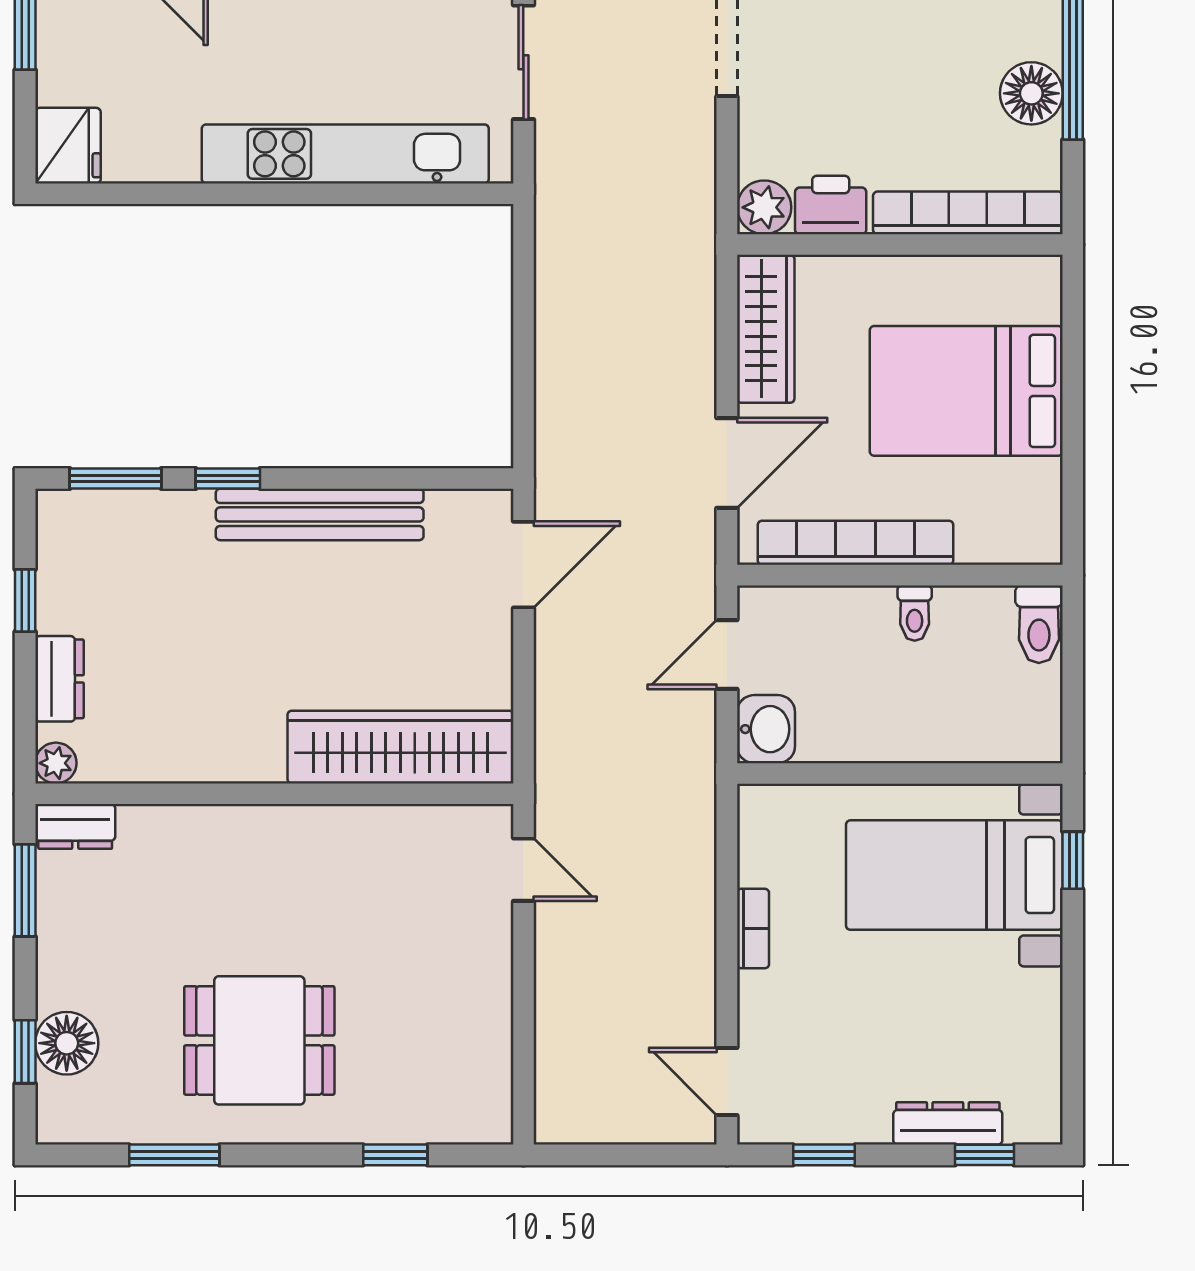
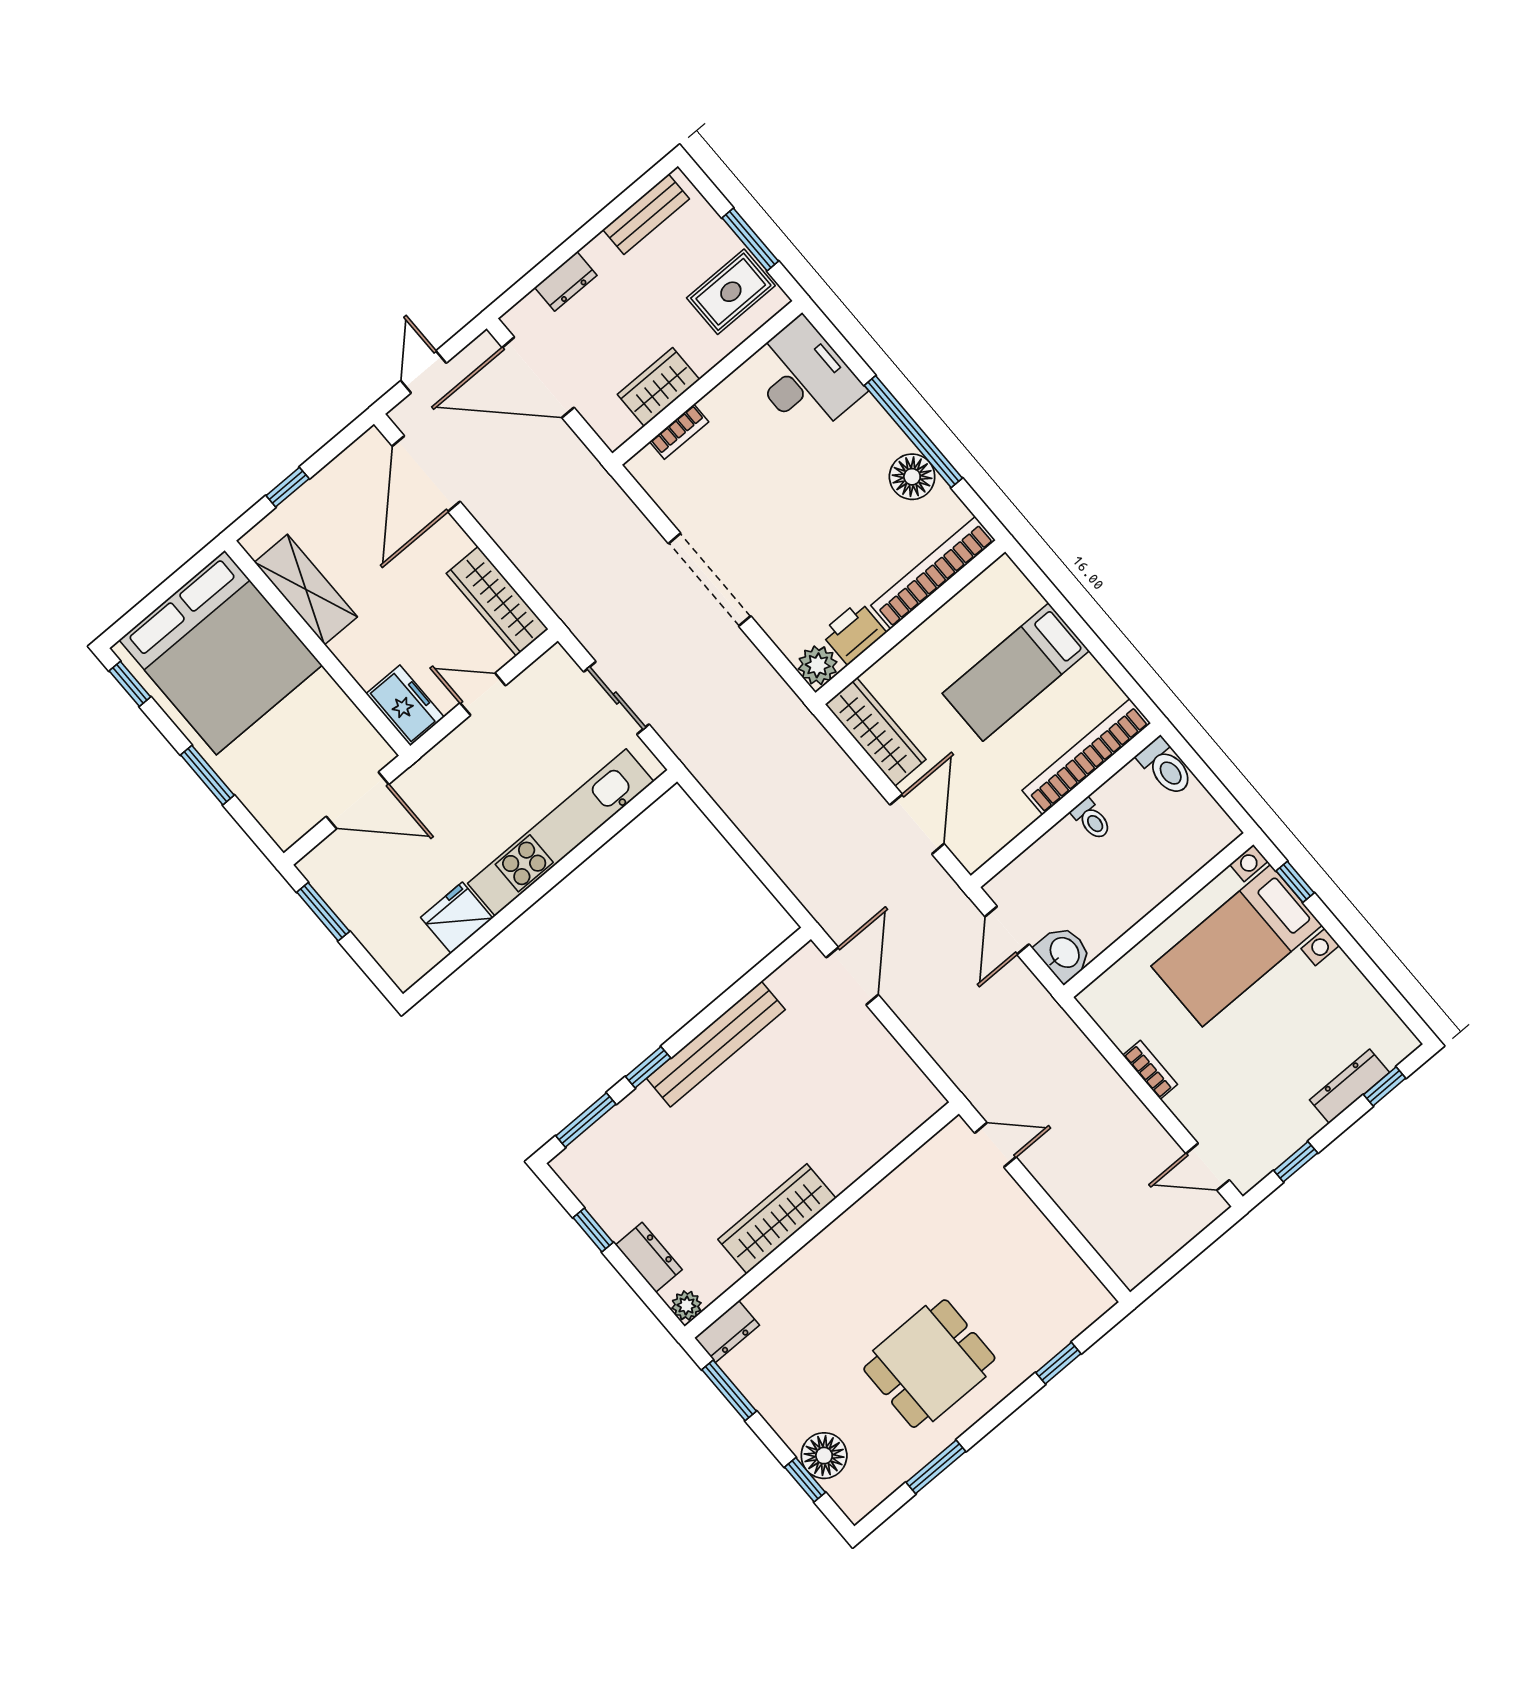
fridge: (68, 146) -> (457, 918), moved, turned -90
bed: (966, 391) -> (1016, 672), width x0.67
bookcase: (855, 543) -> (1086, 757), moved
wardrobe: (400, 747) -> (777, 1219), moved, width x0.71, depth x0.85

